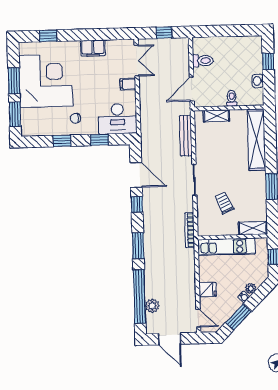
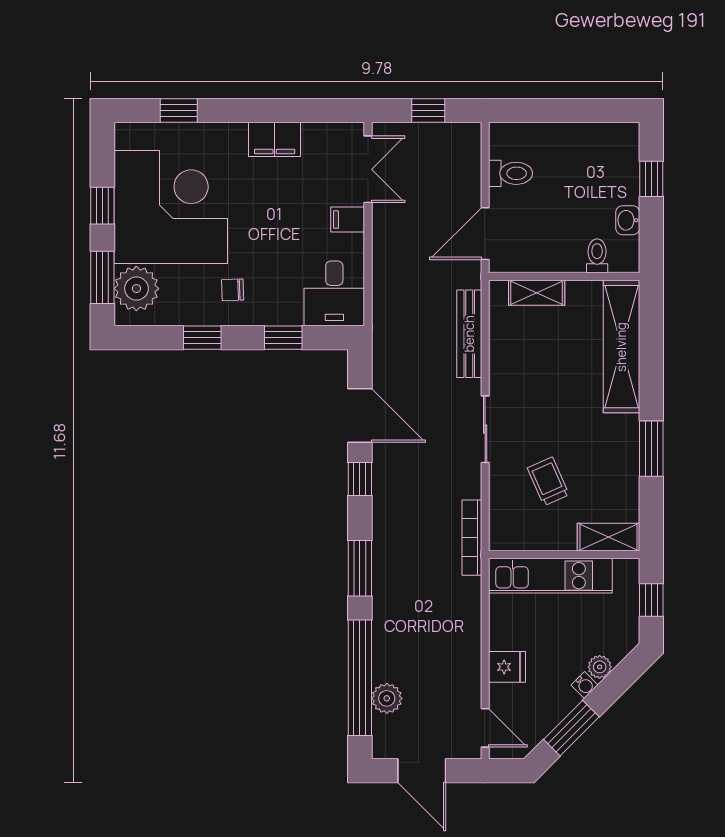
window: (14, 81) -> (102, 206), width x0.67
toilet: (232, 98) -> (597, 256), moved
plant: (31, 119) -> (136, 289), added
desk: (117, 119) -> (334, 293), width x0.73

